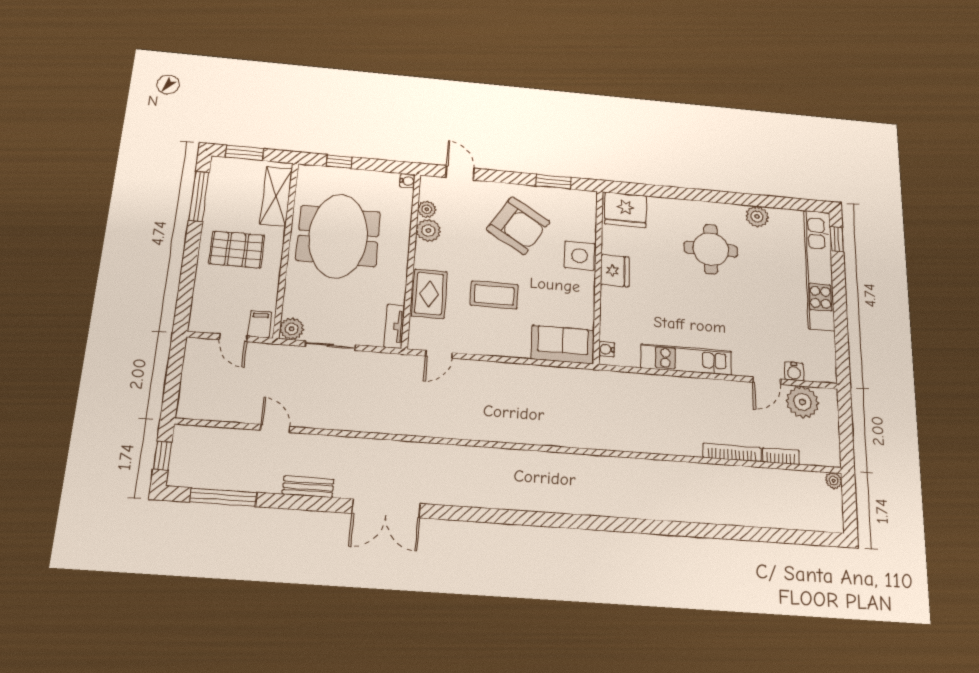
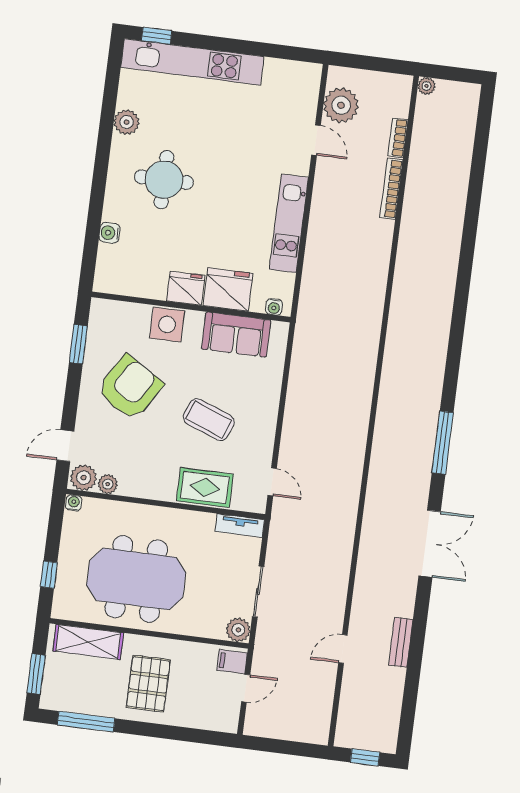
fridge: (626, 210) -> (228, 289), moved, turned -90
plant: (428, 231) -> (84, 478), moved
coffee table: (494, 295) -> (209, 420), turned -69
sofa: (563, 345) -> (236, 335), moved, turned -90
water cooler: (794, 371) -> (110, 233), moved, turned 180
bench: (308, 487) -> (401, 642), moved
window: (223, 497) -> (443, 443), moved

